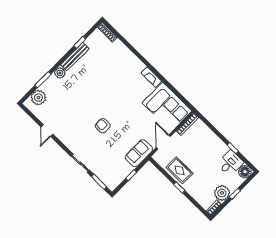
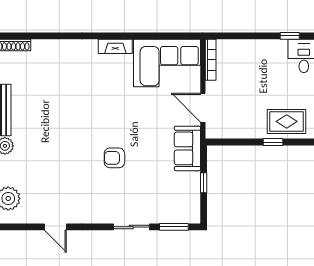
rug: (179, 170) -> (287, 121), moved

